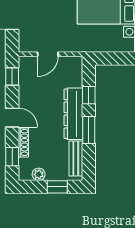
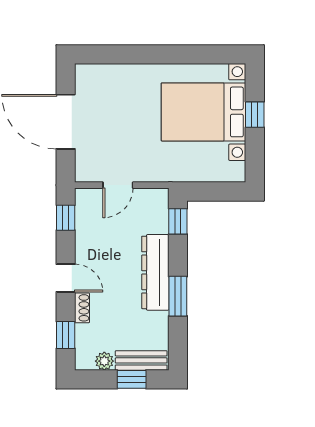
window: (89, 95) -> (178, 221), moved
shoe rack: (23, 142) -> (82, 308), width x0.70
bench: (76, 159) -> (141, 360), moved, turned 90

